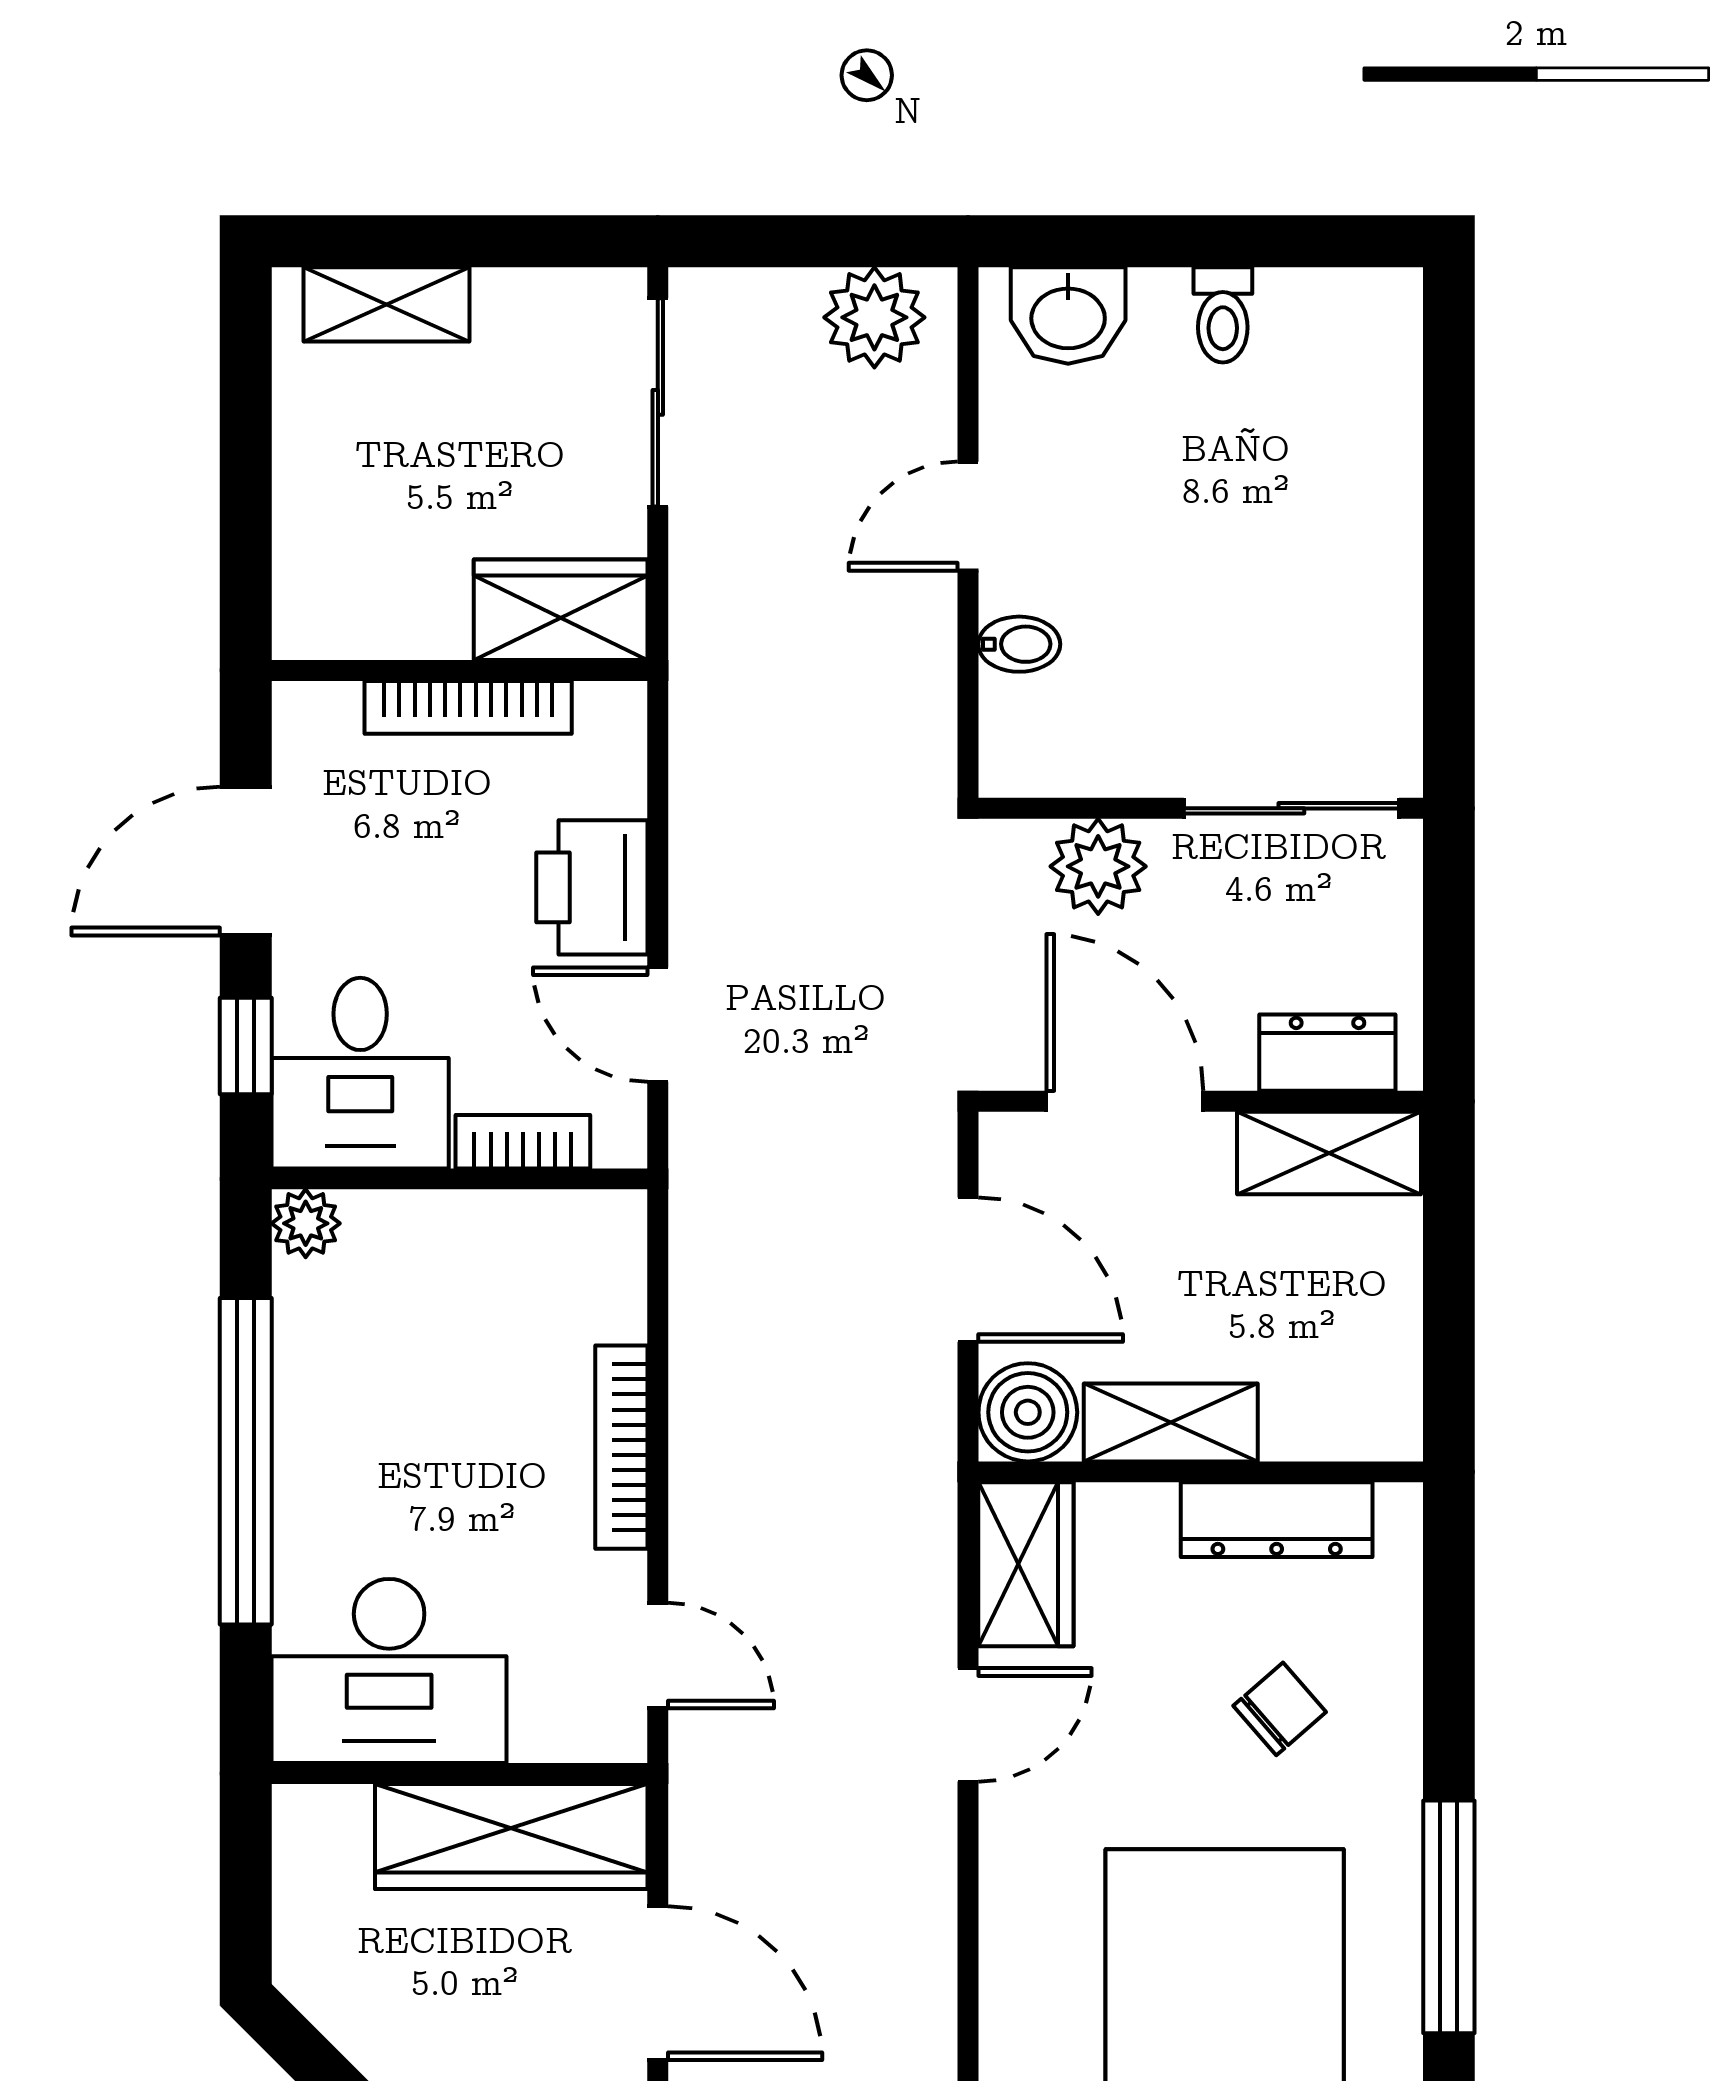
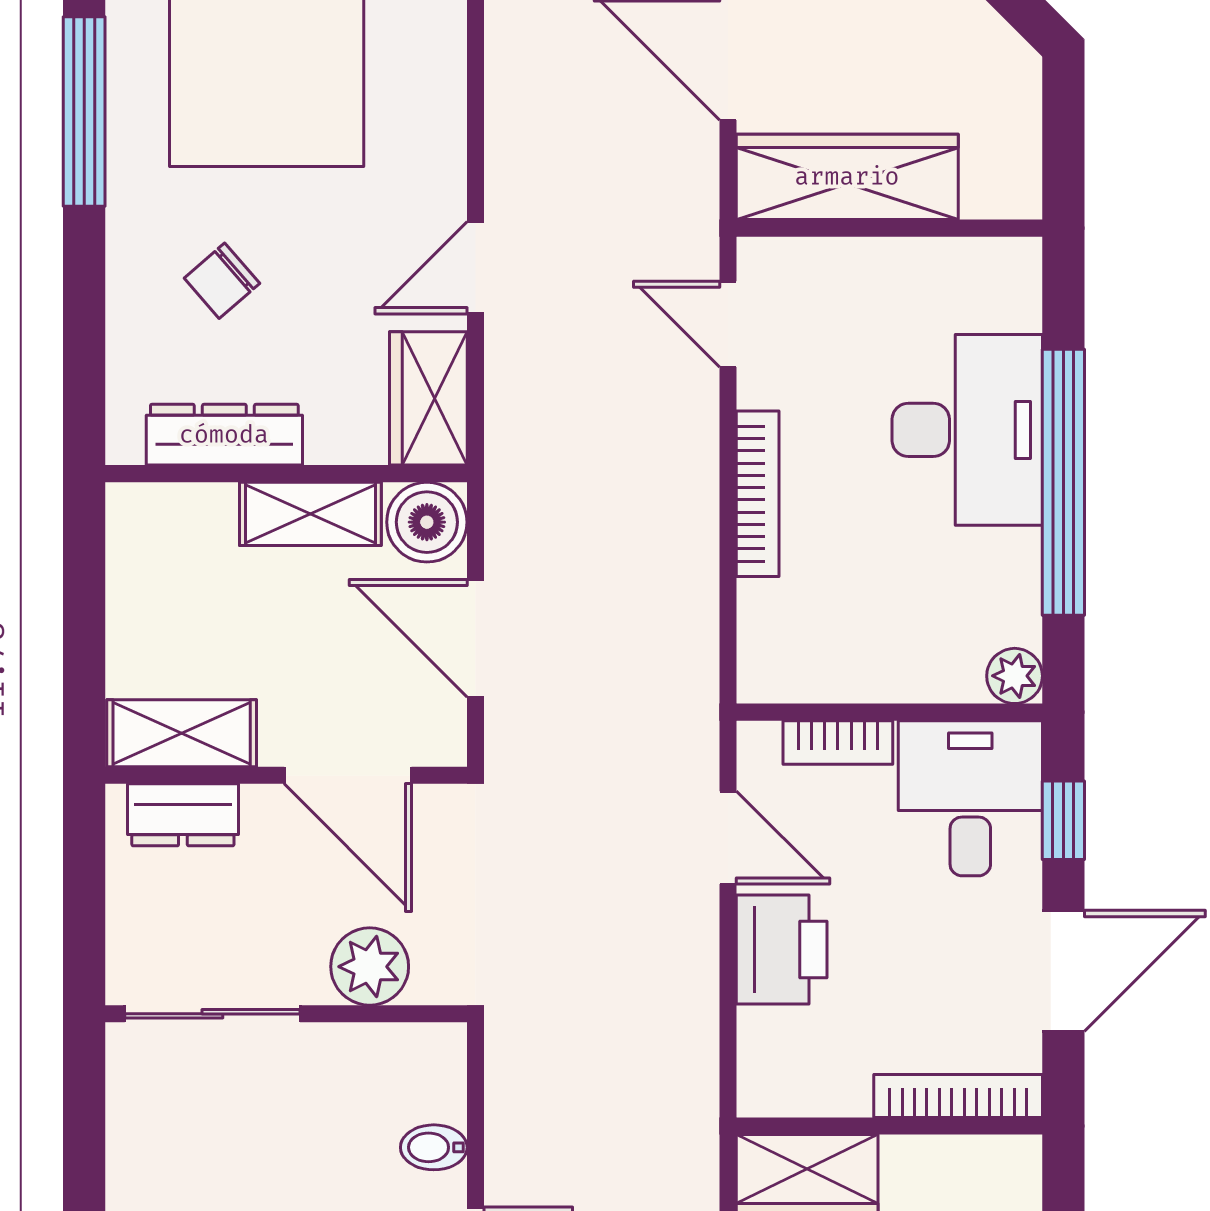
bookcase: (468, 707) -> (958, 1096), moved
desk: (389, 1671) -> (967, 430), moved, turned 90

